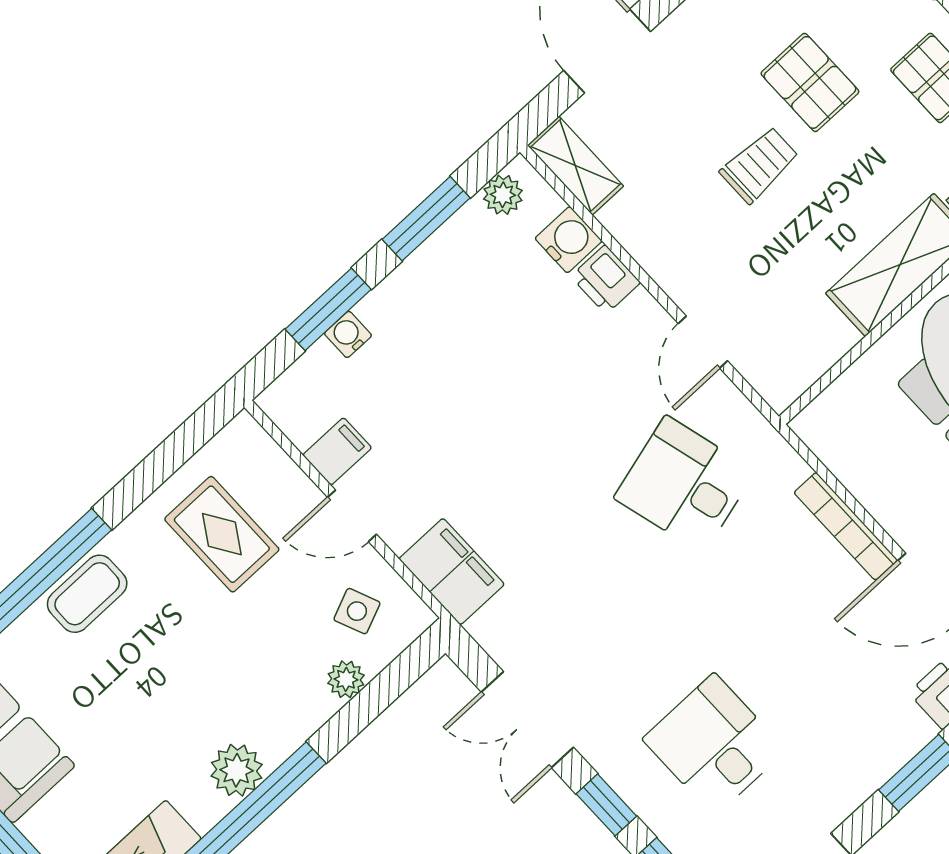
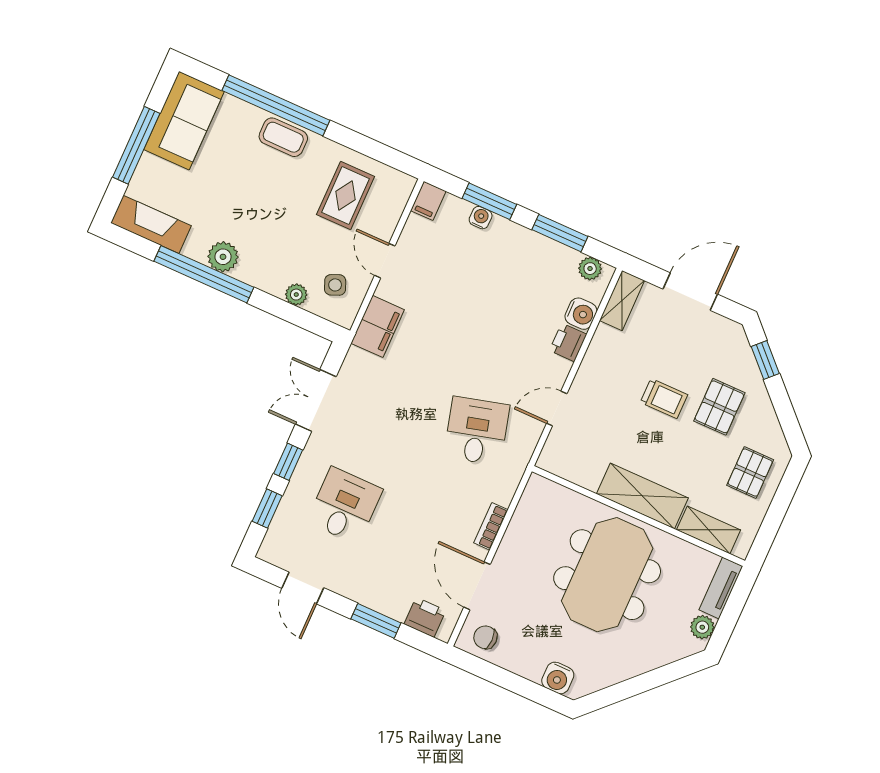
filing cabinet: (337, 451) -> (428, 201), moved, turned 90
bookcase: (846, 526) -> (491, 526), width x0.64

